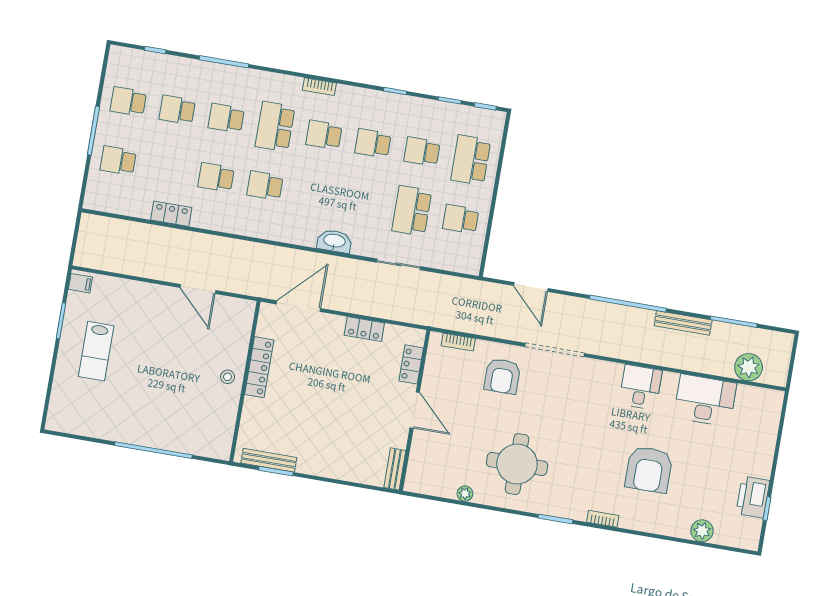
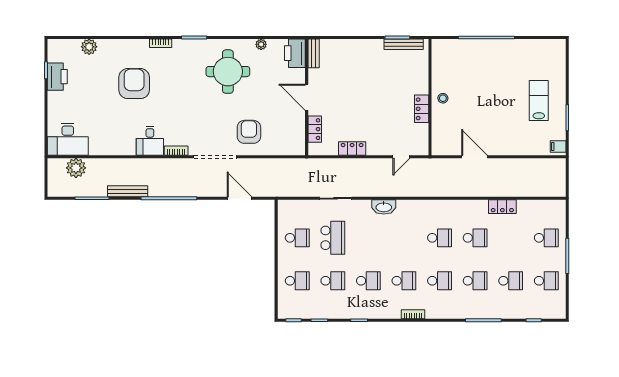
school desk: (275, 127) -> (440, 281), width x0.54
school desk: (471, 160) -> (297, 281), width x0.54
door: (298, 306) -> (401, 157), width x0.53
bookcase: (458, 342) -> (176, 151), moved
locker: (259, 367) -> (422, 109), width x0.66
desk: (705, 400) -> (68, 139), moved
printer: (420, 473) -> (295, 53), added

